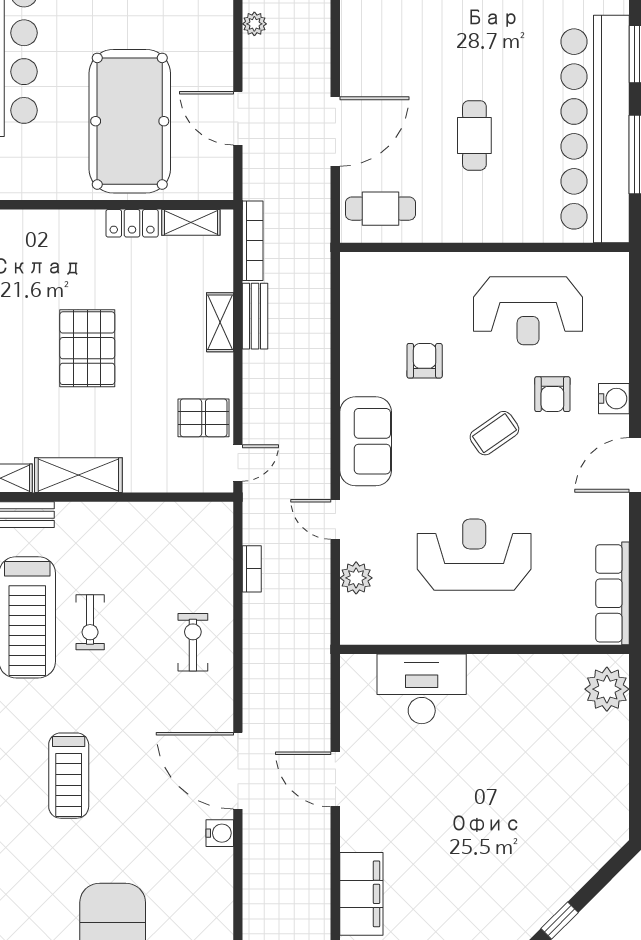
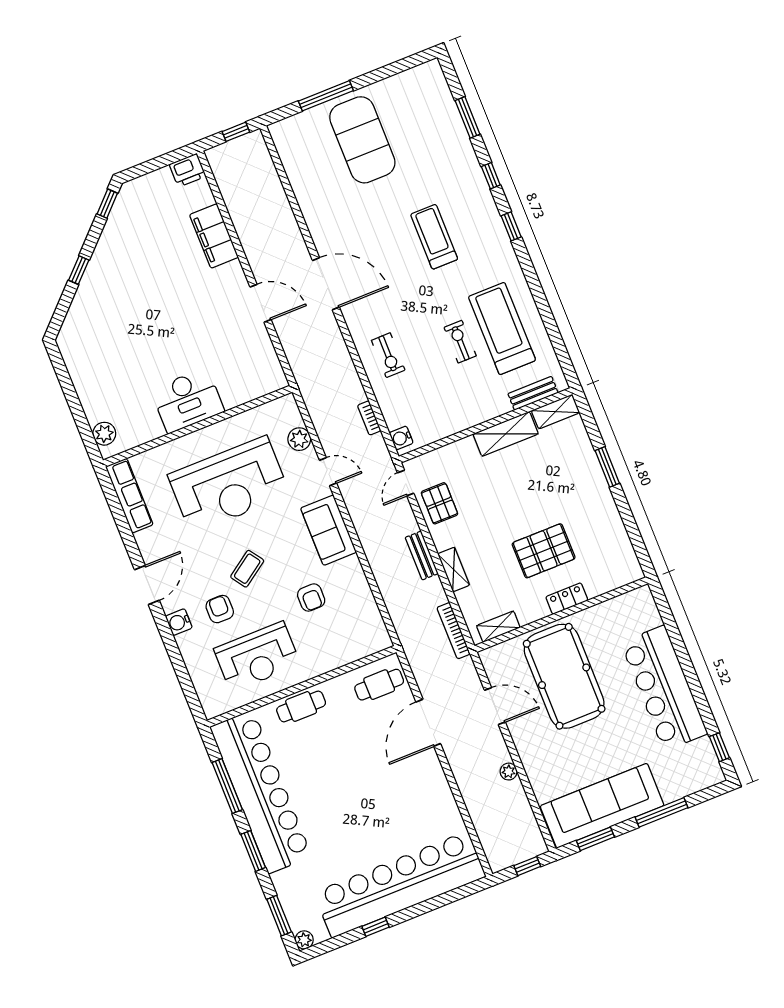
cafe table: (474, 135) -> (301, 706), moved, turned 90
locker: (132, 223) -> (567, 599), moved
reception desk: (528, 311) -> (257, 657), turned 180
bench: (255, 316) -> (422, 556), moved
pallet: (87, 348) -> (544, 551), moved, turned 90
pallet: (204, 418) -> (439, 503), turned 90
reception desk: (474, 555) -> (229, 485), width x1.36, depth x1.30
desk: (422, 689) -> (188, 400), moved
plant: (607, 689) -> (104, 434), width x0.73, depth x0.73
water cooler: (220, 833) -> (401, 438), moved

